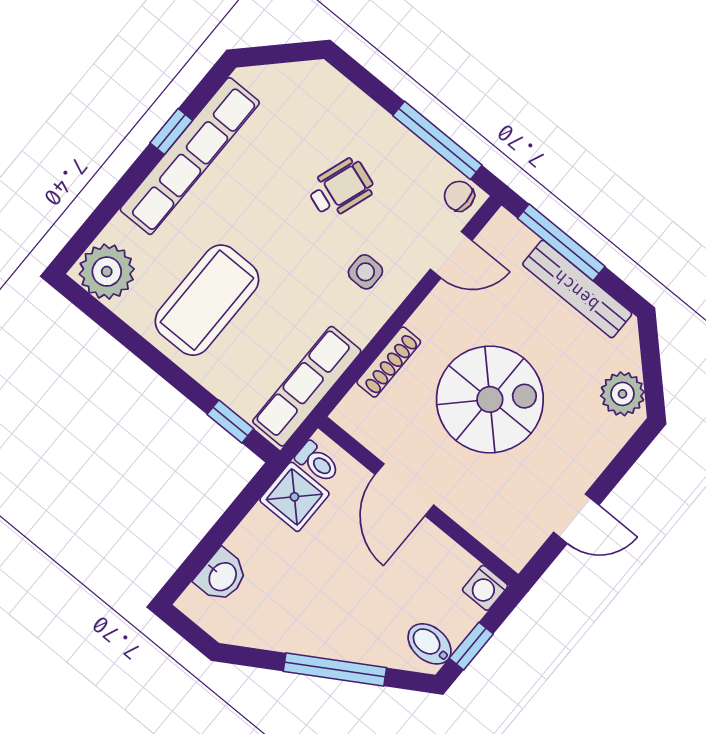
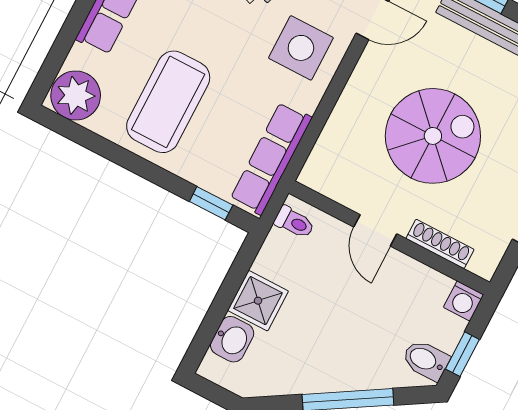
side table: (365, 272) -> (301, 48), width x1.87, depth x1.87
shoe rack: (389, 362) -> (440, 244), moved, turned -90
door: (404, 490) -> (375, 230), width x0.73
shower: (294, 497) -> (258, 301), moved

